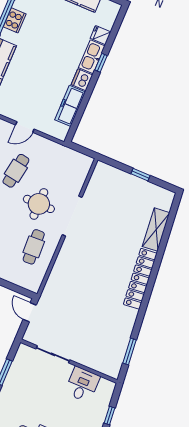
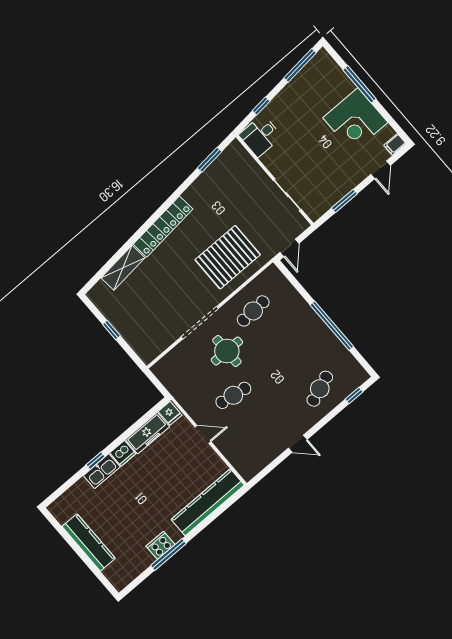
fridge: (101, 35) -> (170, 413), moved
pallet: (76, 280) -> (228, 257), added
desk: (82, 384) -> (260, 136), moved

